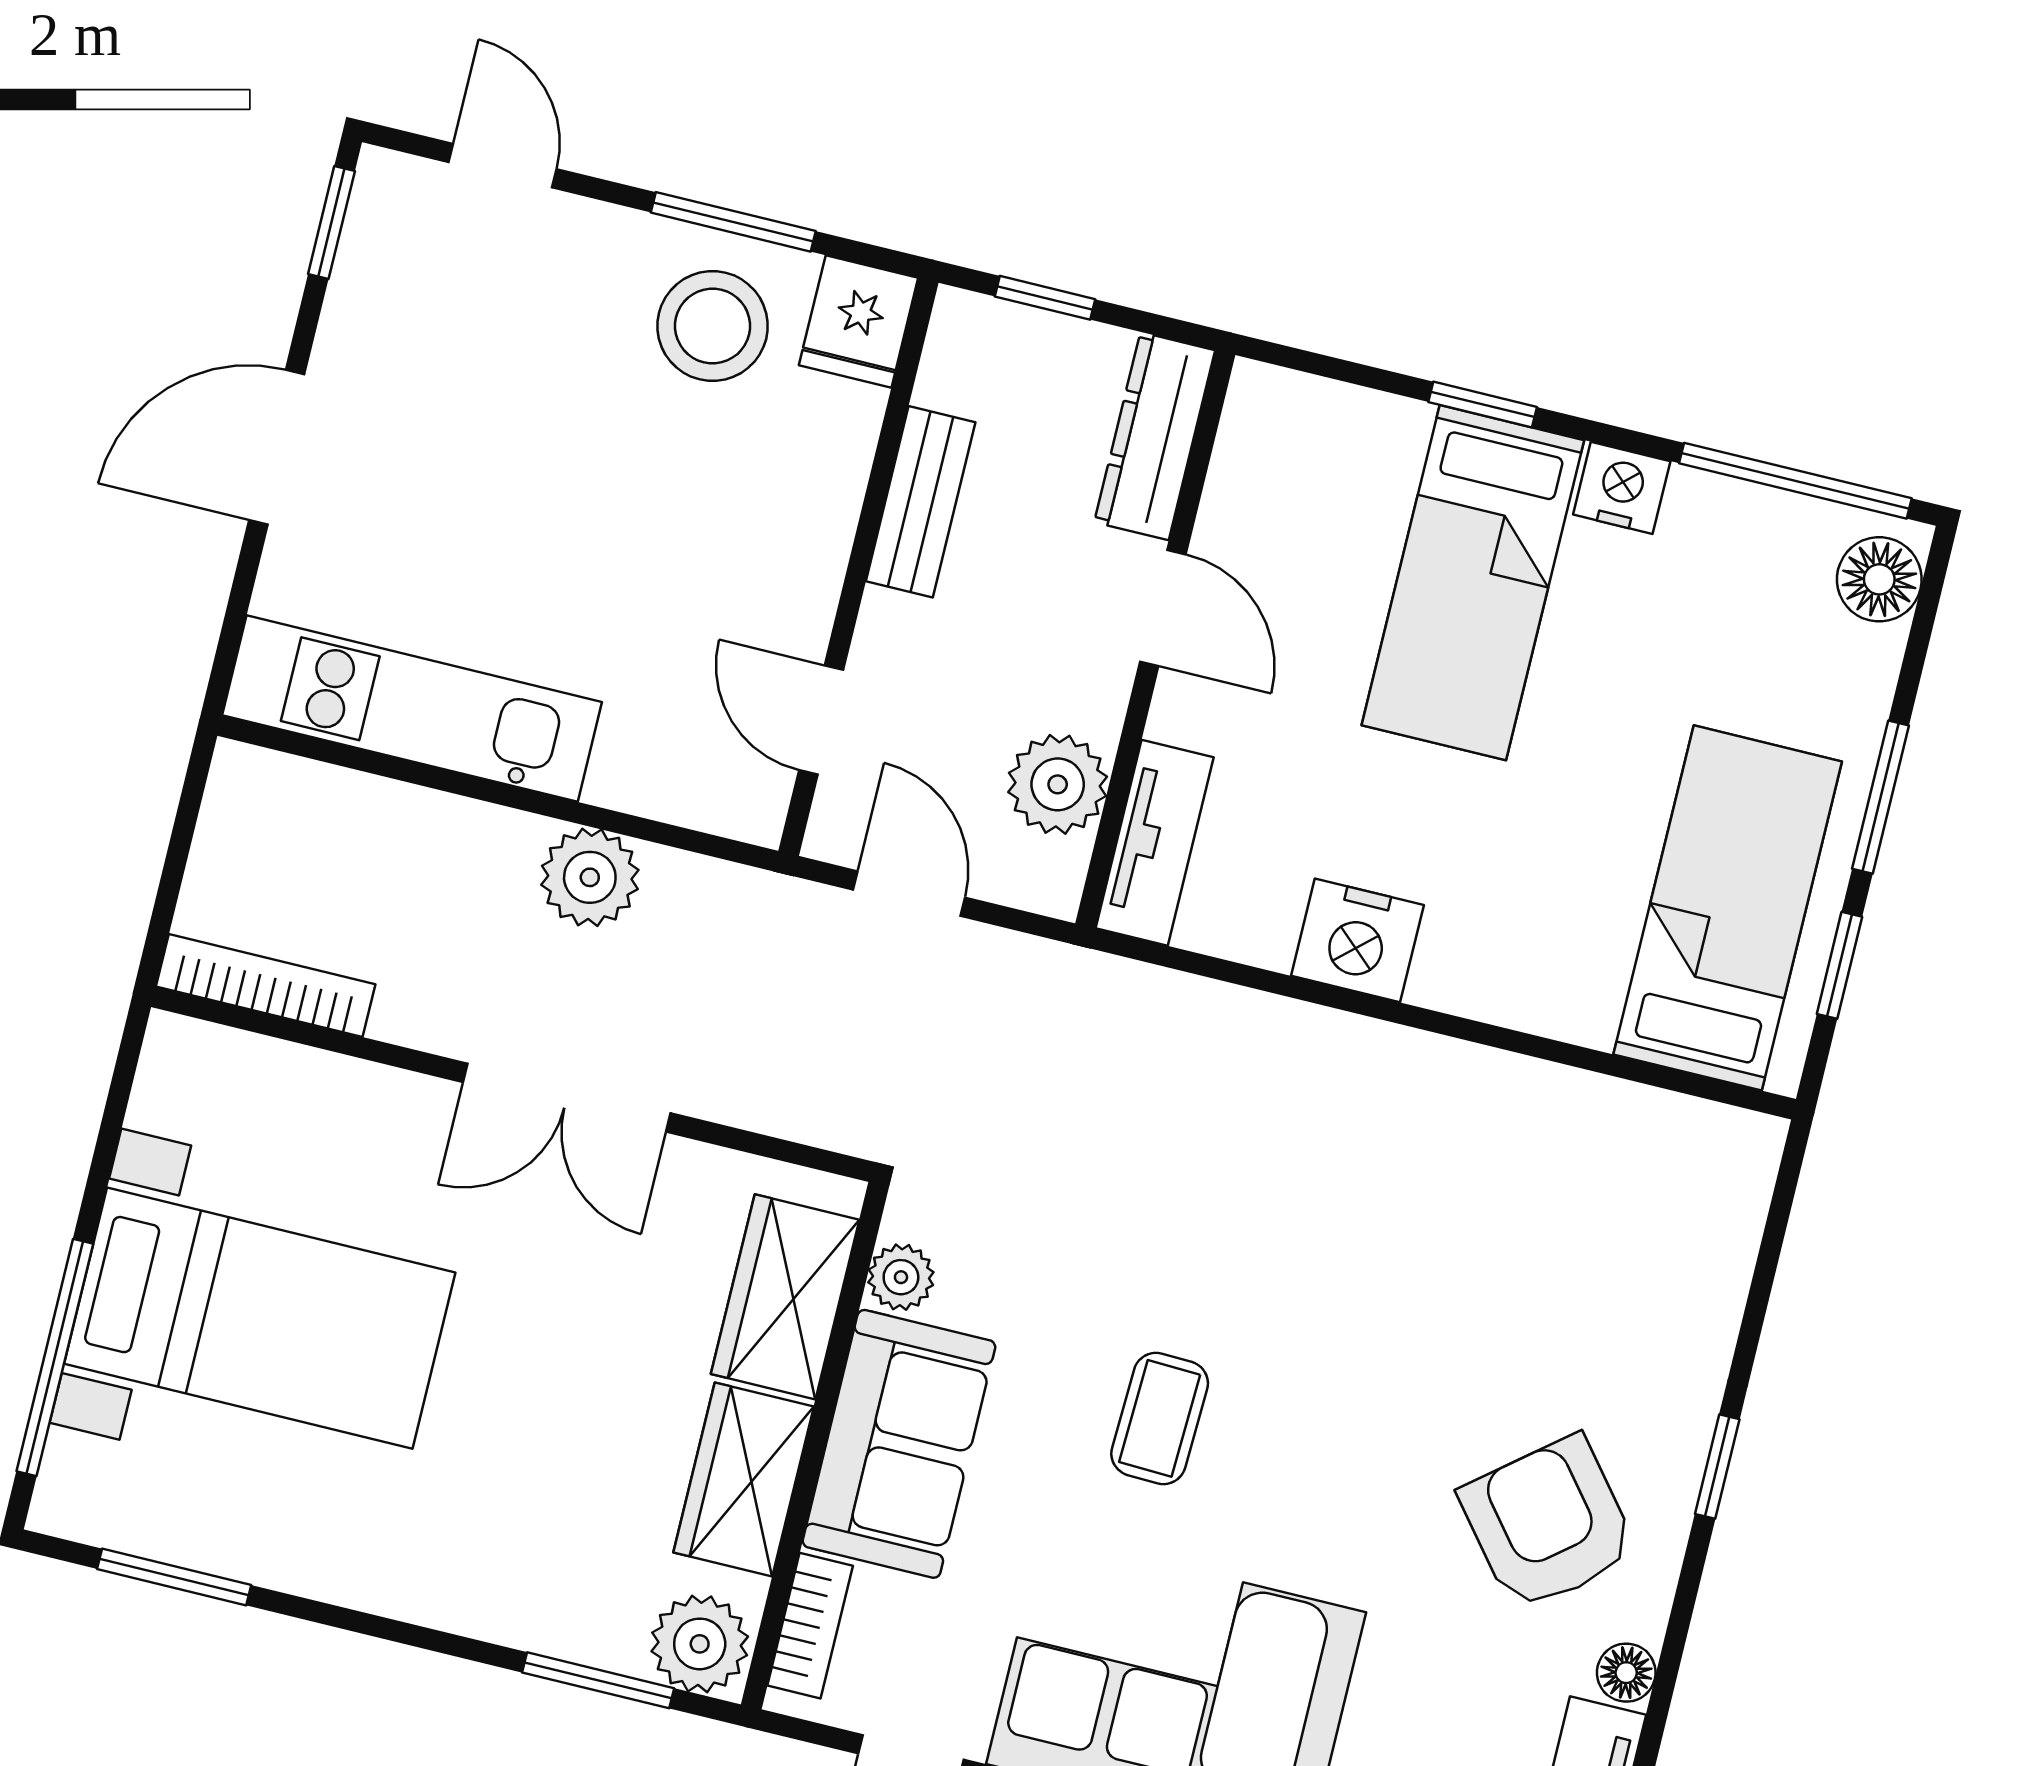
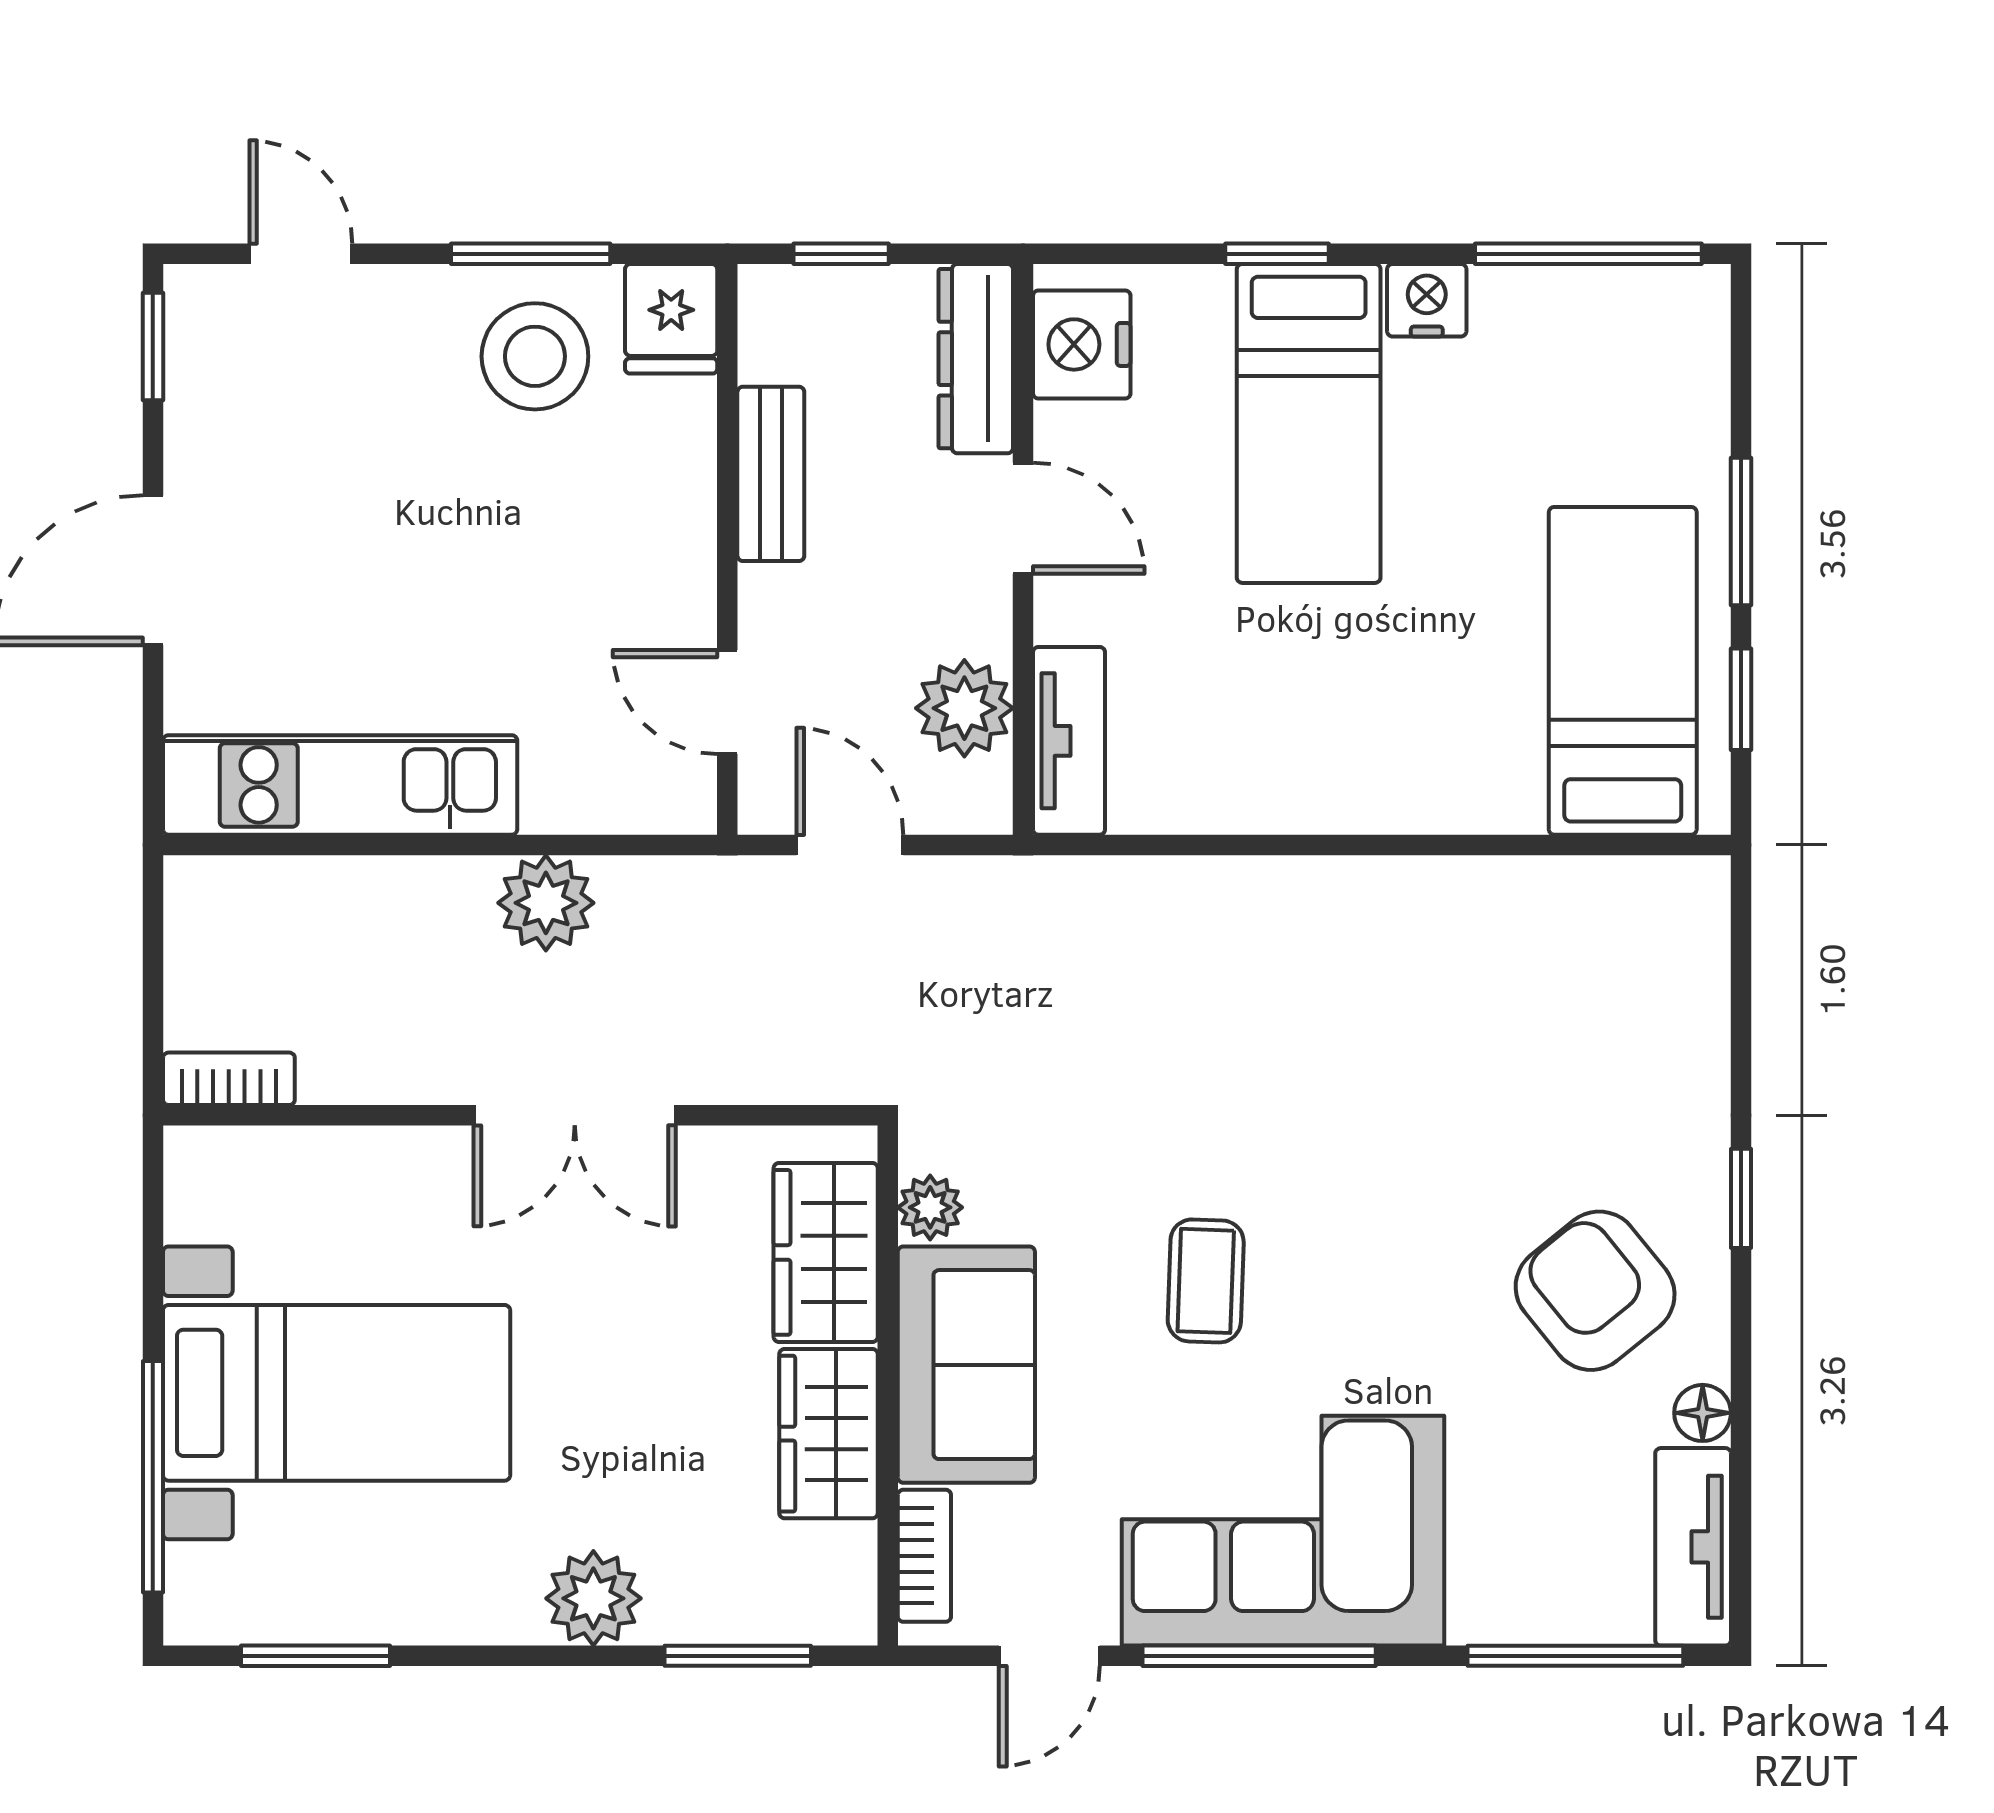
floor lamp: (1879, 579) -> (1690, 327), removed
nightstand: (1357, 940) -> (1082, 344), moved, turned 90
bookcase: (266, 985) -> (229, 1079), width x0.64
plant: (700, 1644) -> (593, 1598), moved

